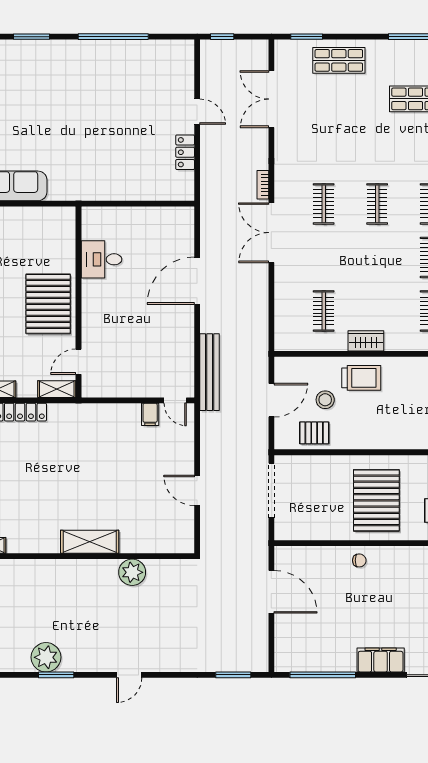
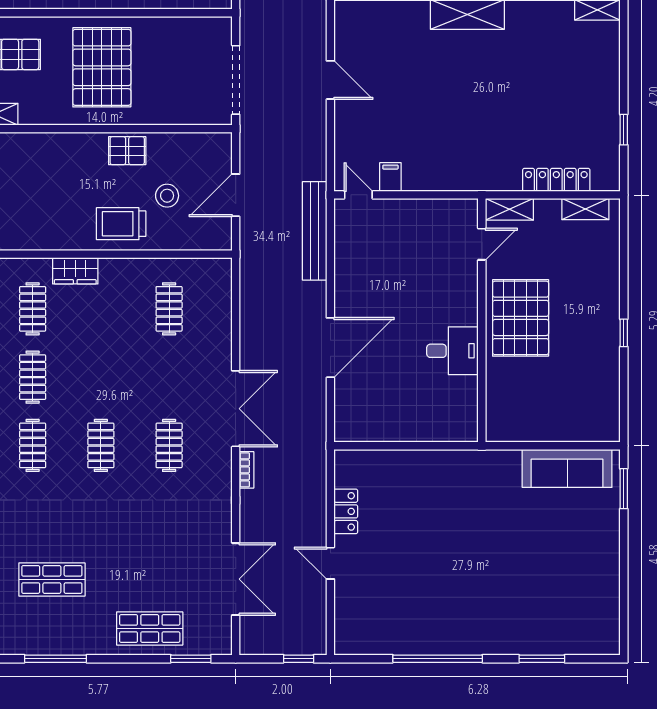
desk: (101, 259) -> (452, 351), moved
wardrobe: (366, 341) -> (75, 271), moved
pallet: (314, 433) -> (127, 151), moved

